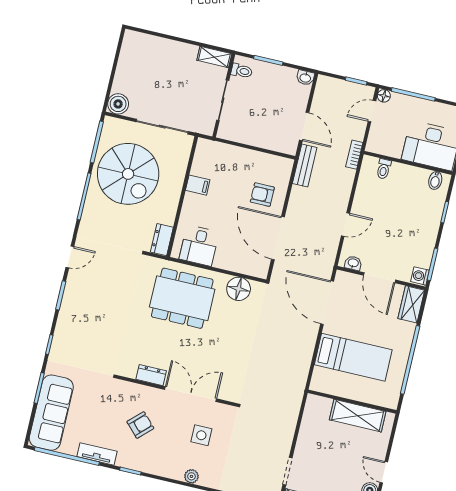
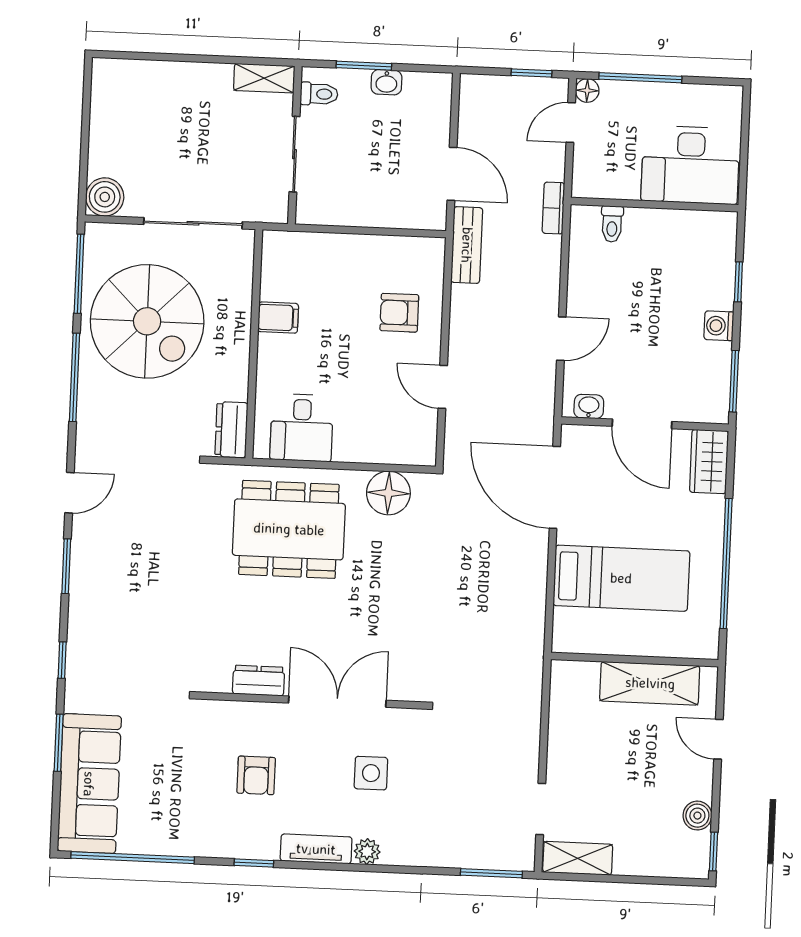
washbasin: (305, 78) -> (386, 82), moved
bidet: (435, 180) -> (710, 227), removed
door: (278, 238) -> (443, 387), width x0.53
washing machine: (420, 276) -> (719, 326), moved
armchair: (140, 425) -> (256, 775), turned 134
tv unit: (97, 454) -> (316, 849), moved
door: (384, 472) -> (718, 739), moved

